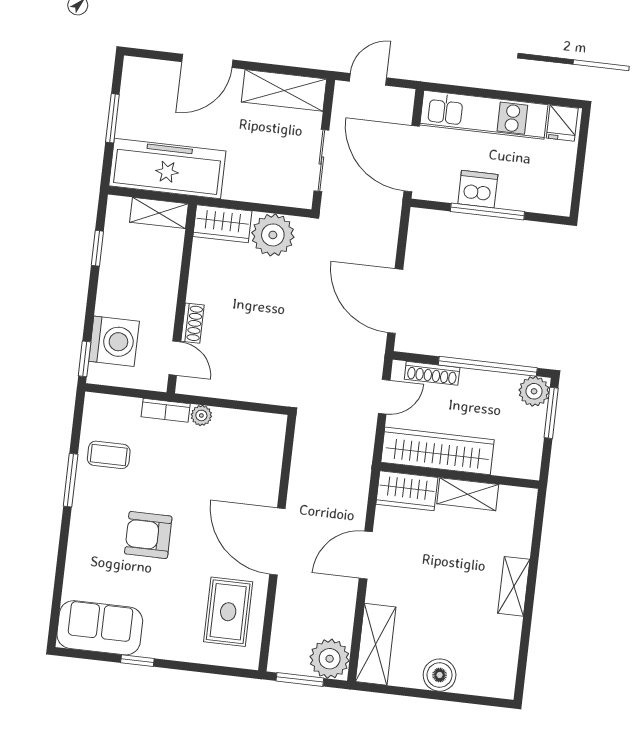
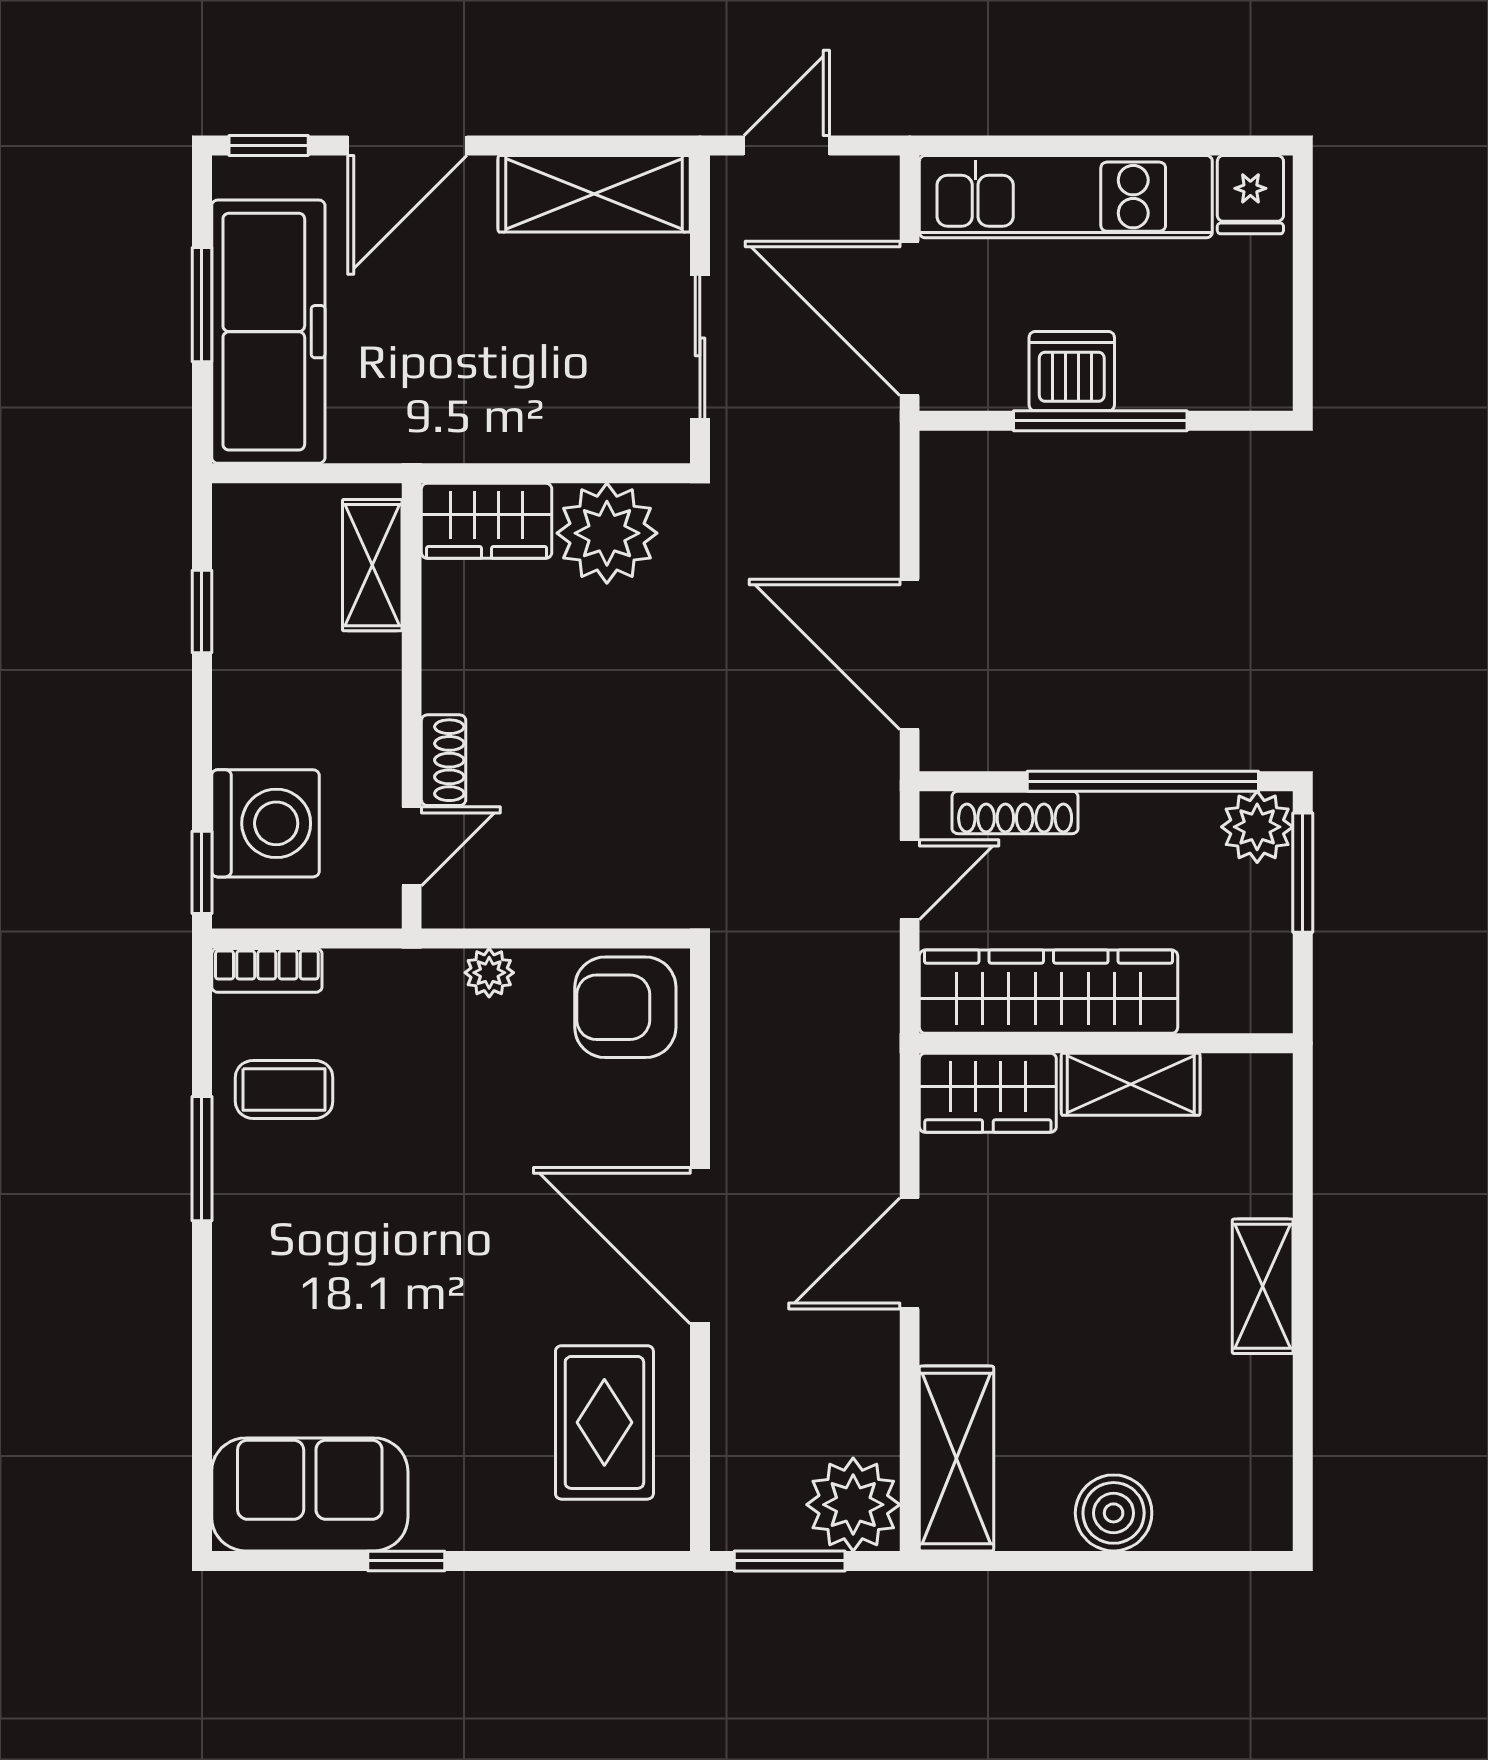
window: (148, 54) -> (269, 146), added
freezer: (167, 168) -> (268, 332), moved, turned 90
shelving: (159, 213) -> (372, 565), moved, turned 90
door: (175, 358) -> (412, 846), hinge flipped
bookcase: (166, 410) -> (267, 970), moved
armchair: (148, 535) -> (625, 1007), moved

